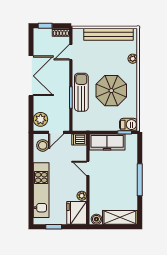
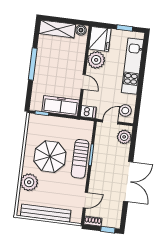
plant: (133, 59) -> (29, 182), width x1.87, depth x1.87
double door: (31, 76) -> (128, 182), swing flipped
barbecue: (128, 125) -> (37, 121), removed
plant: (82, 196) -> (96, 60), width x1.88, depth x1.88

